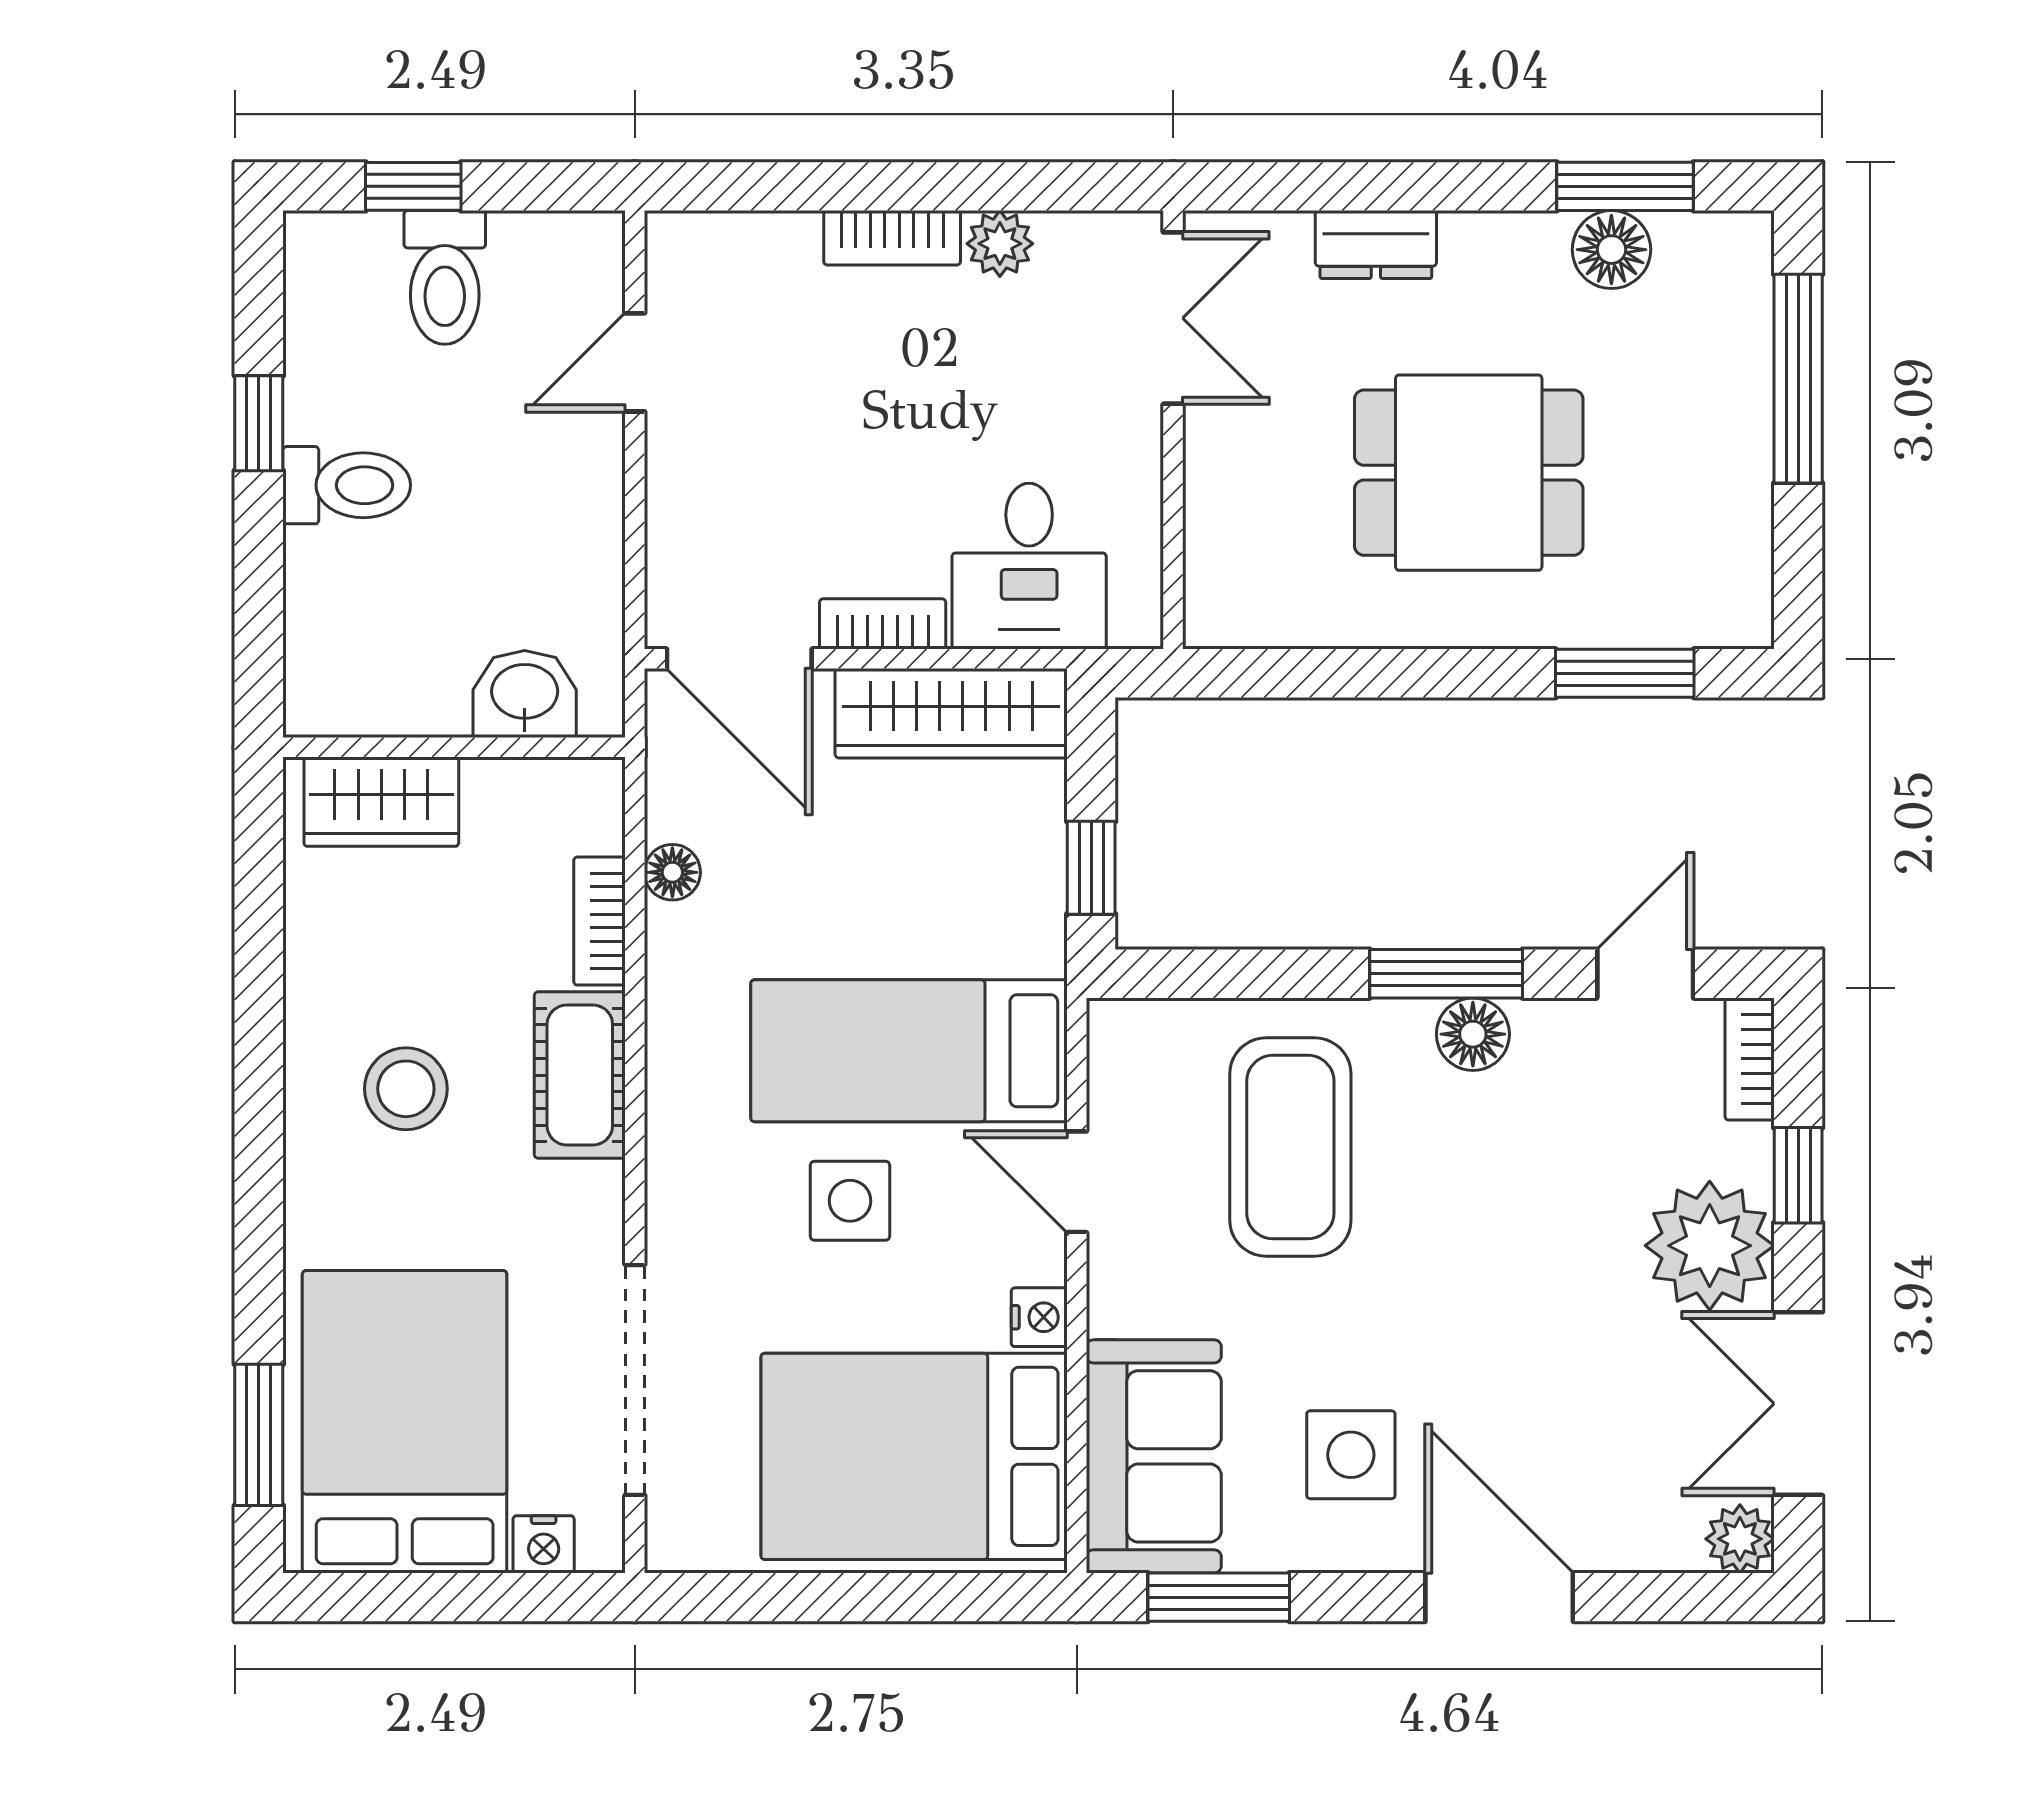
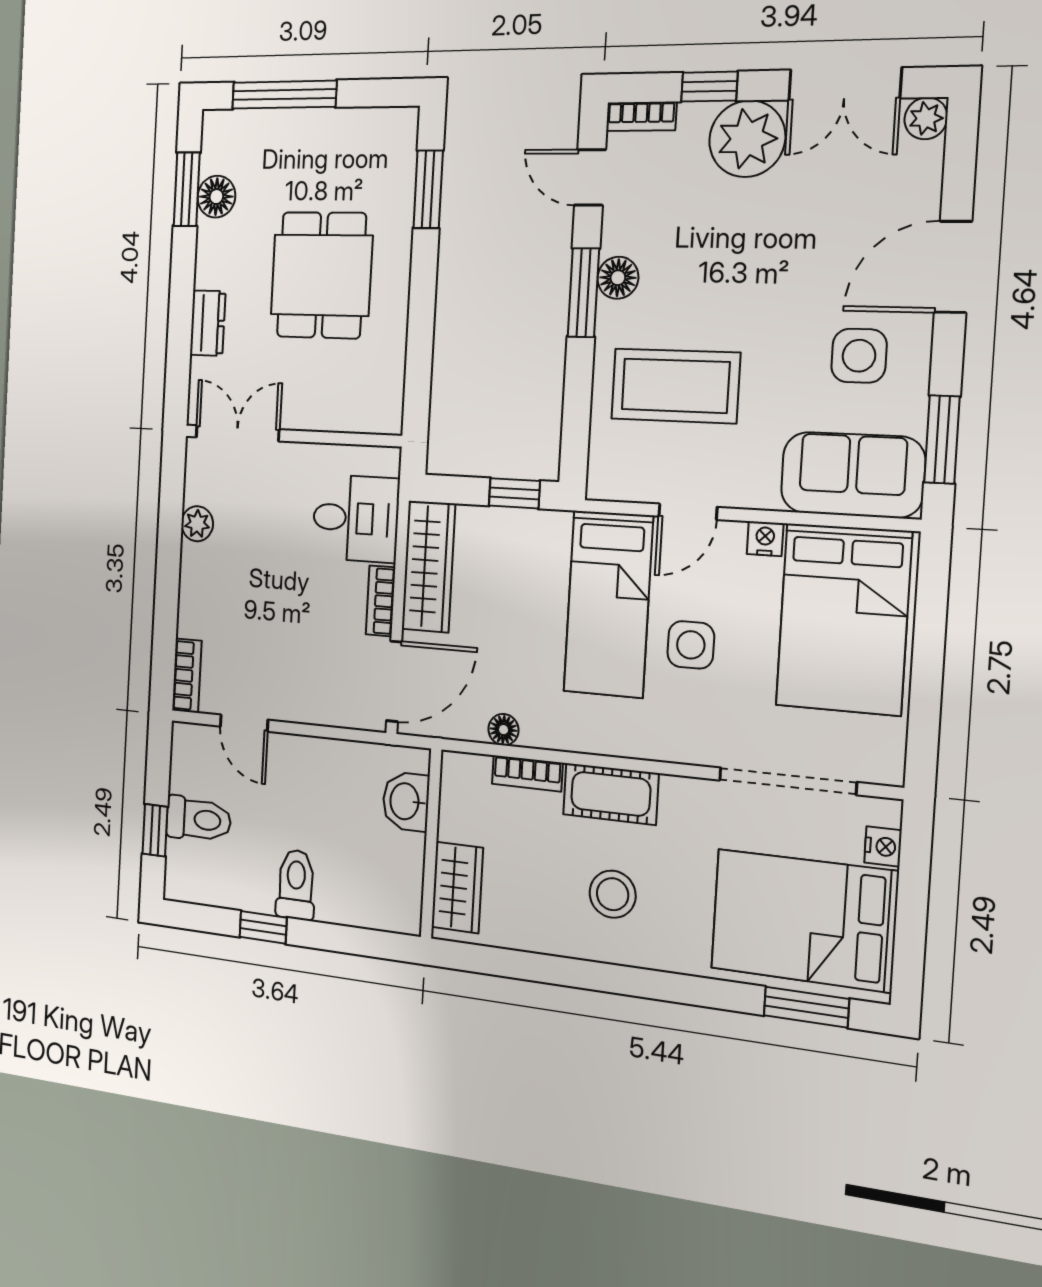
bookcase: (892, 238) -> (187, 676), moved

